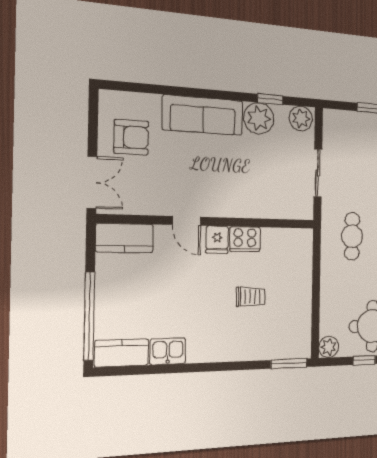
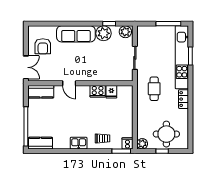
armchair: (131, 137) -> (43, 46), turned 90
fridge: (217, 240) -> (111, 92), moved
trolley: (251, 297) -> (102, 138), moved
cooker: (301, 347) -> (127, 143), added
kitchen sink: (168, 351) -> (79, 143), moved

